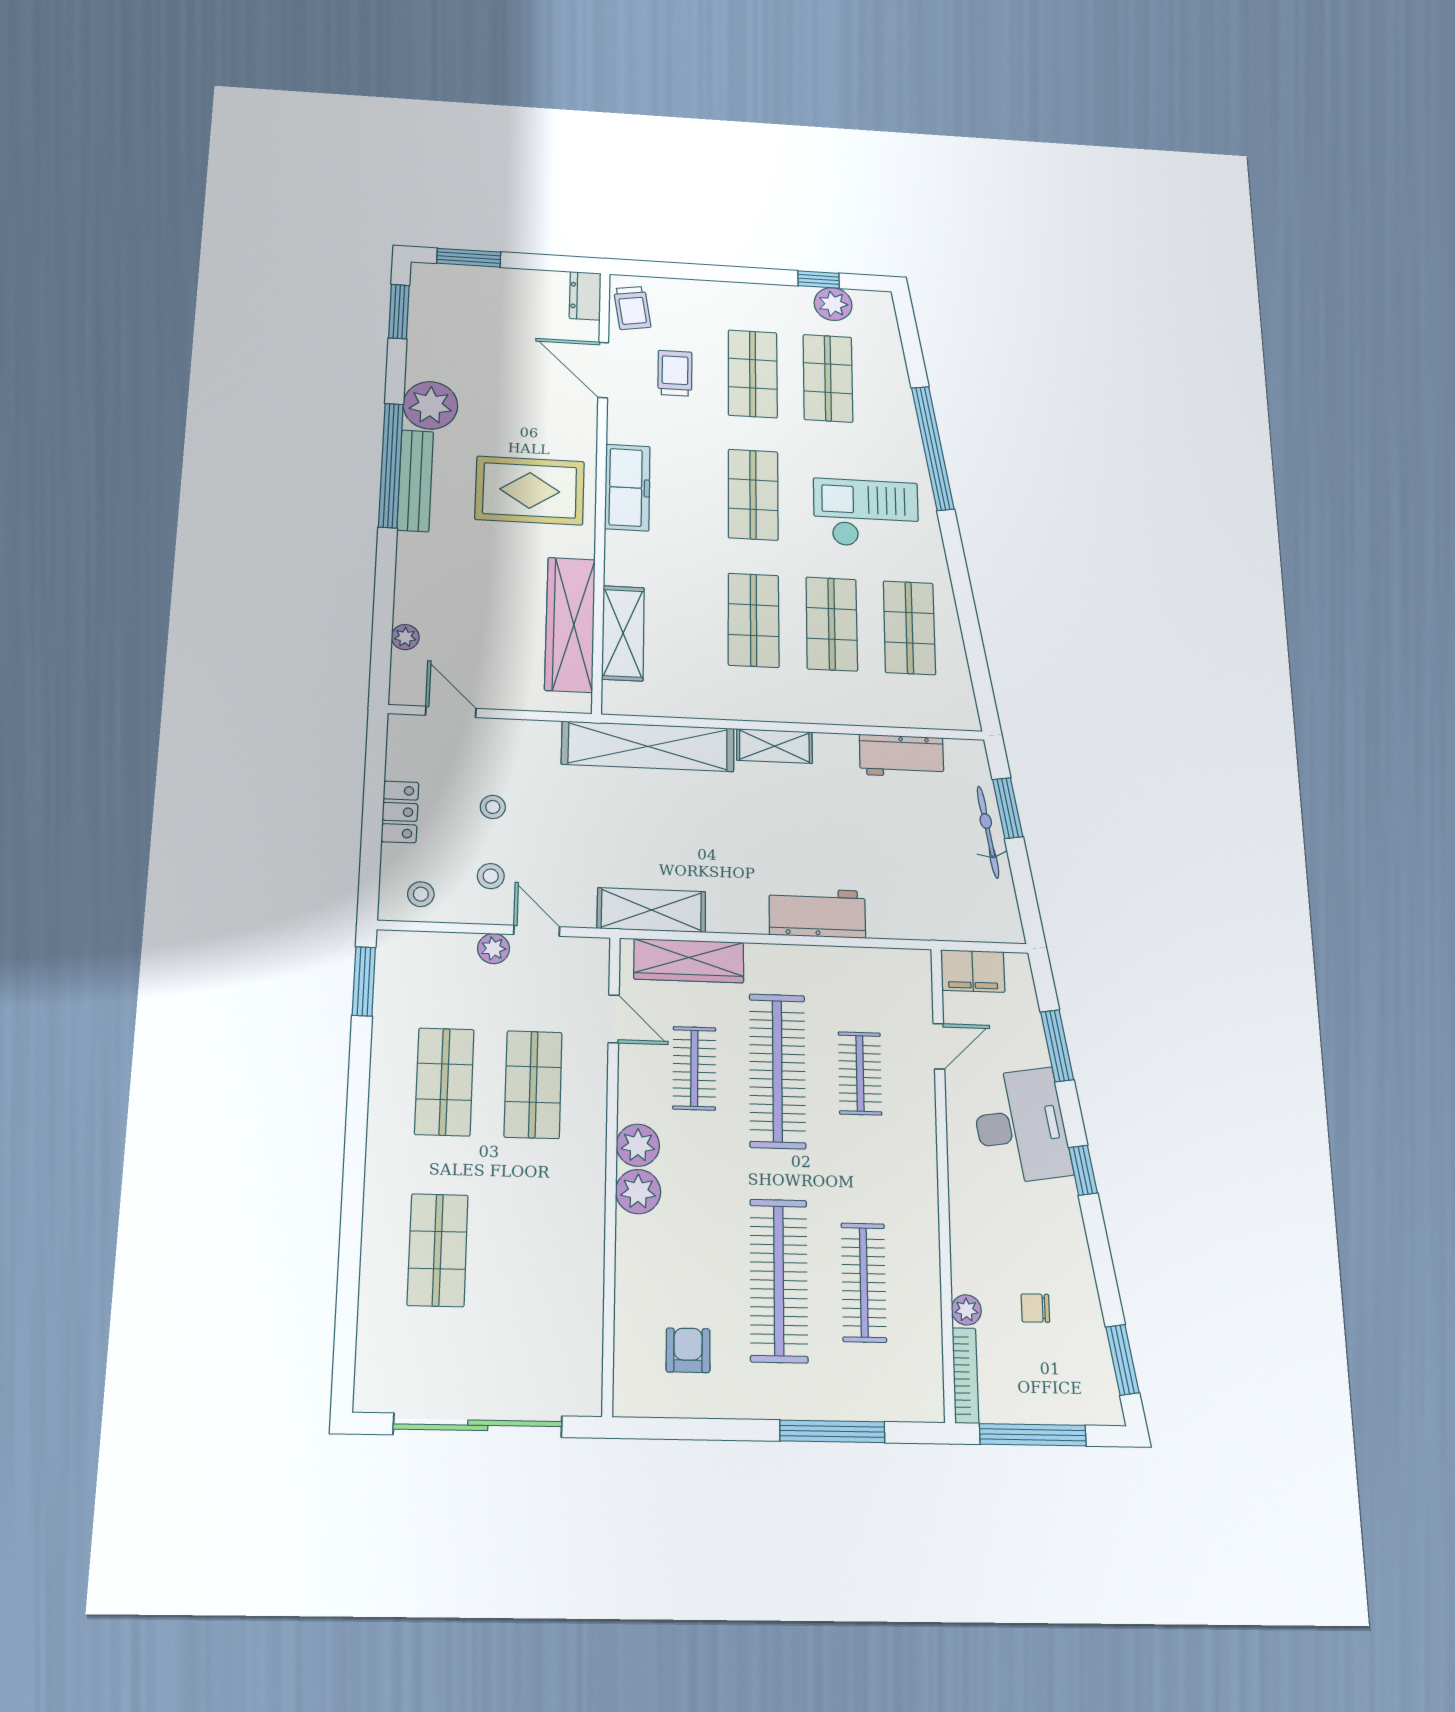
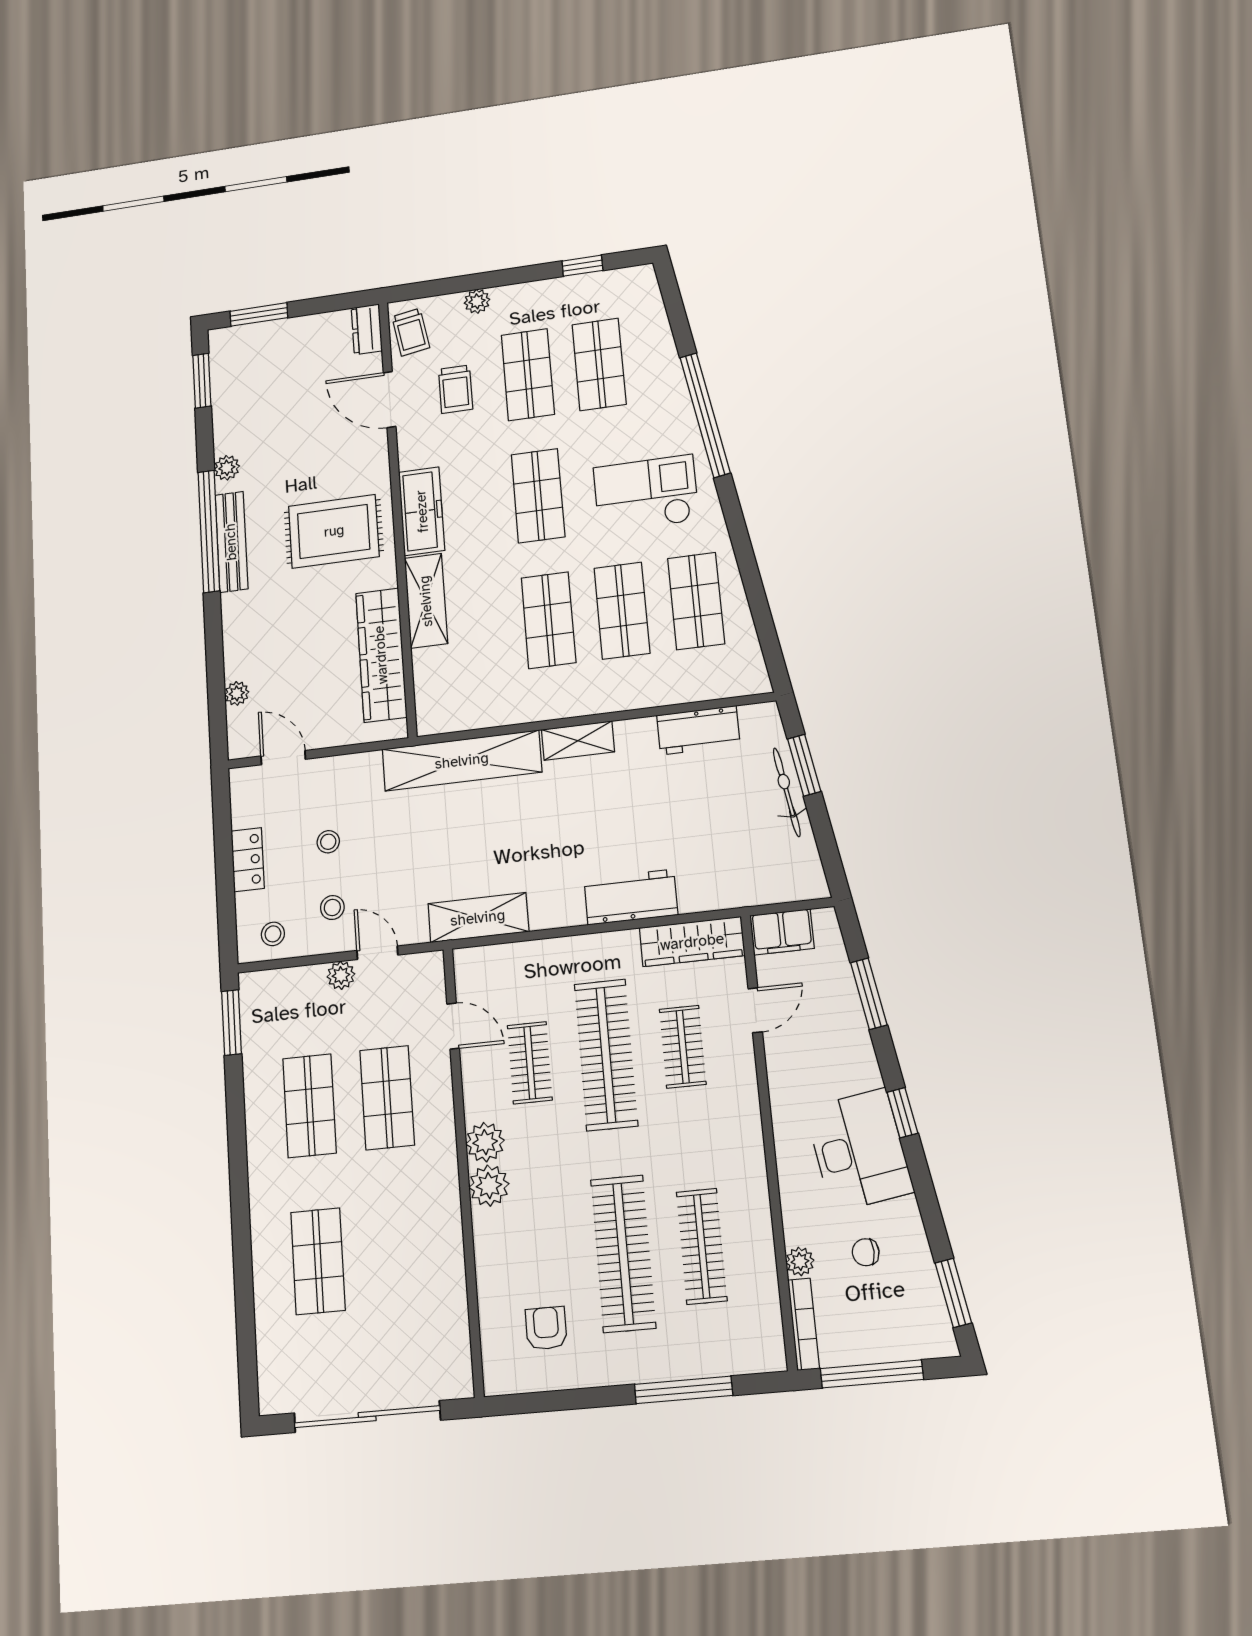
plant: (833, 304) -> (477, 301), moved, width x0.73, depth x0.73
trolley: (675, 373) -> (456, 389), turned 180
plant: (430, 405) -> (227, 468), width x0.53, depth x0.53
shelving: (623, 633) -> (426, 601), moved
wardrobe: (689, 961) -> (692, 942), moved
desk: (1021, 1126) -> (859, 1150), moved

